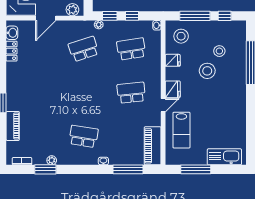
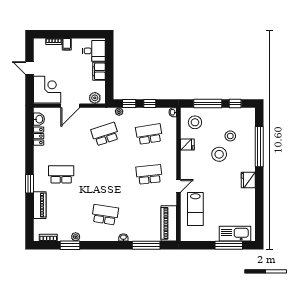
fridge: (173, 89) -> (248, 180), moved, turned 180
school desk: (36, 93) -> (61, 174), added
window: (196, 169) -> (229, 245), moved

